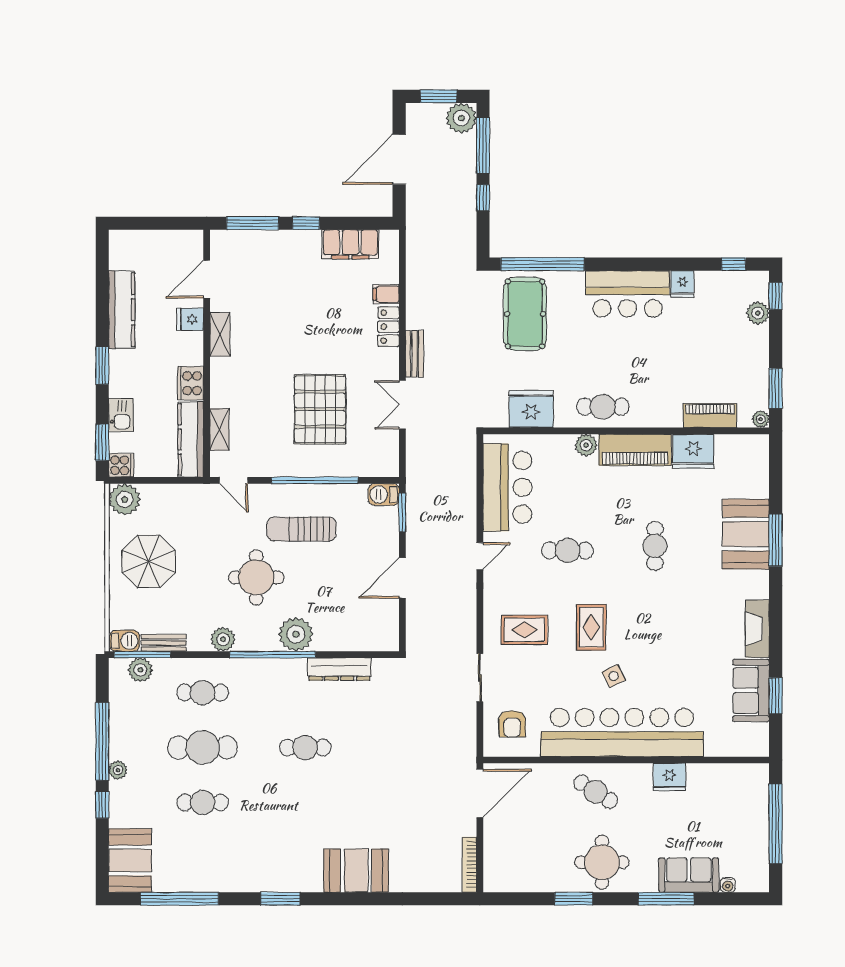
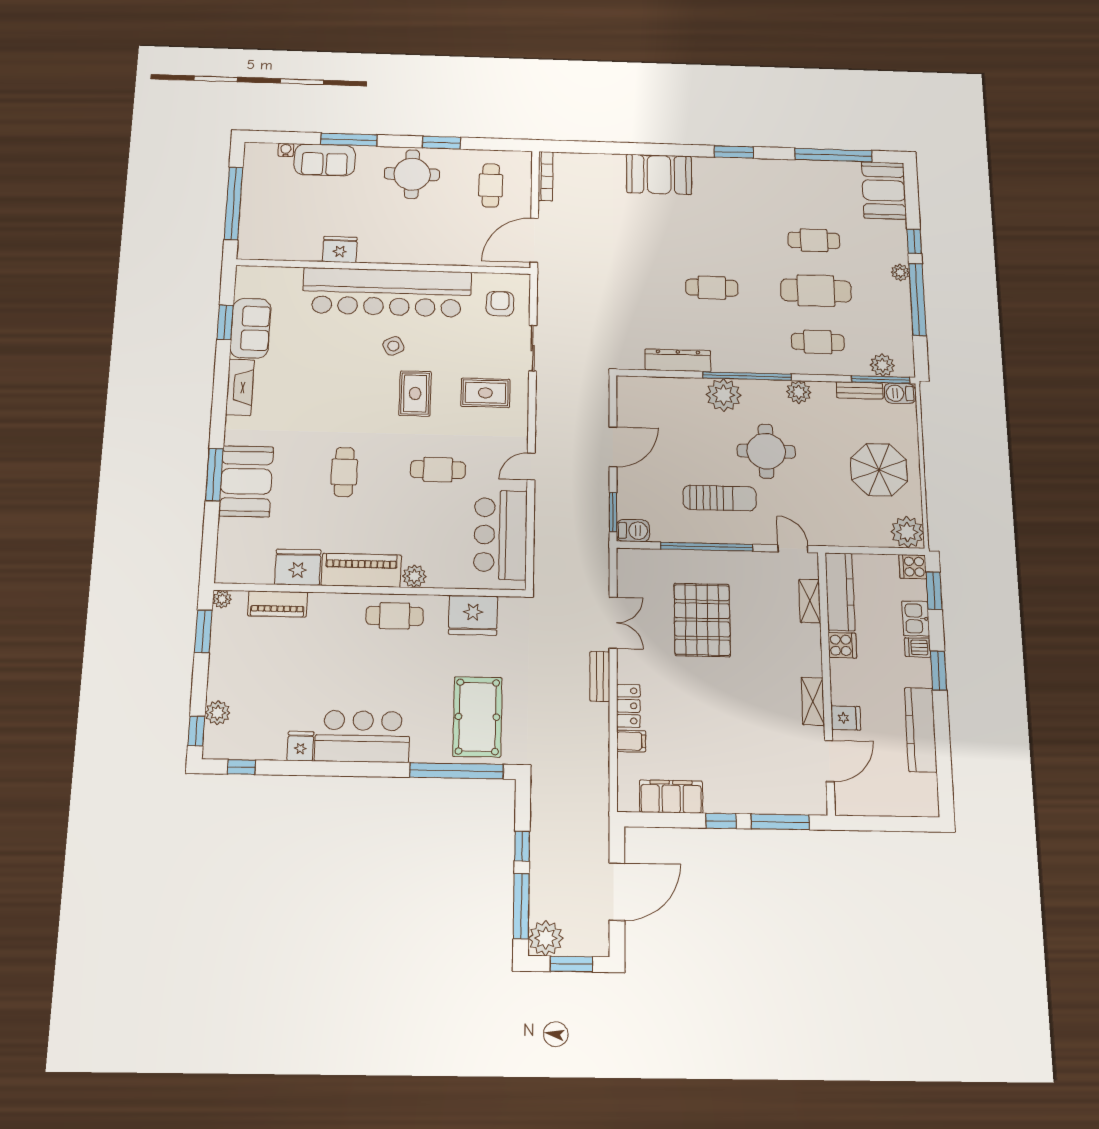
cooker: (191, 383) -> (842, 645), width x0.73
dishwasher: (121, 387) -> (918, 647), added
cafe table: (596, 792) -> (491, 185), moved, turned 58

